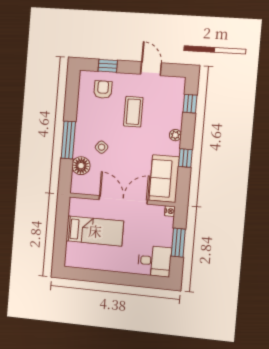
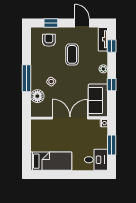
tv unit: (178, 93) -> (103, 39), added
bed: (95, 231) -> (51, 161), moved

